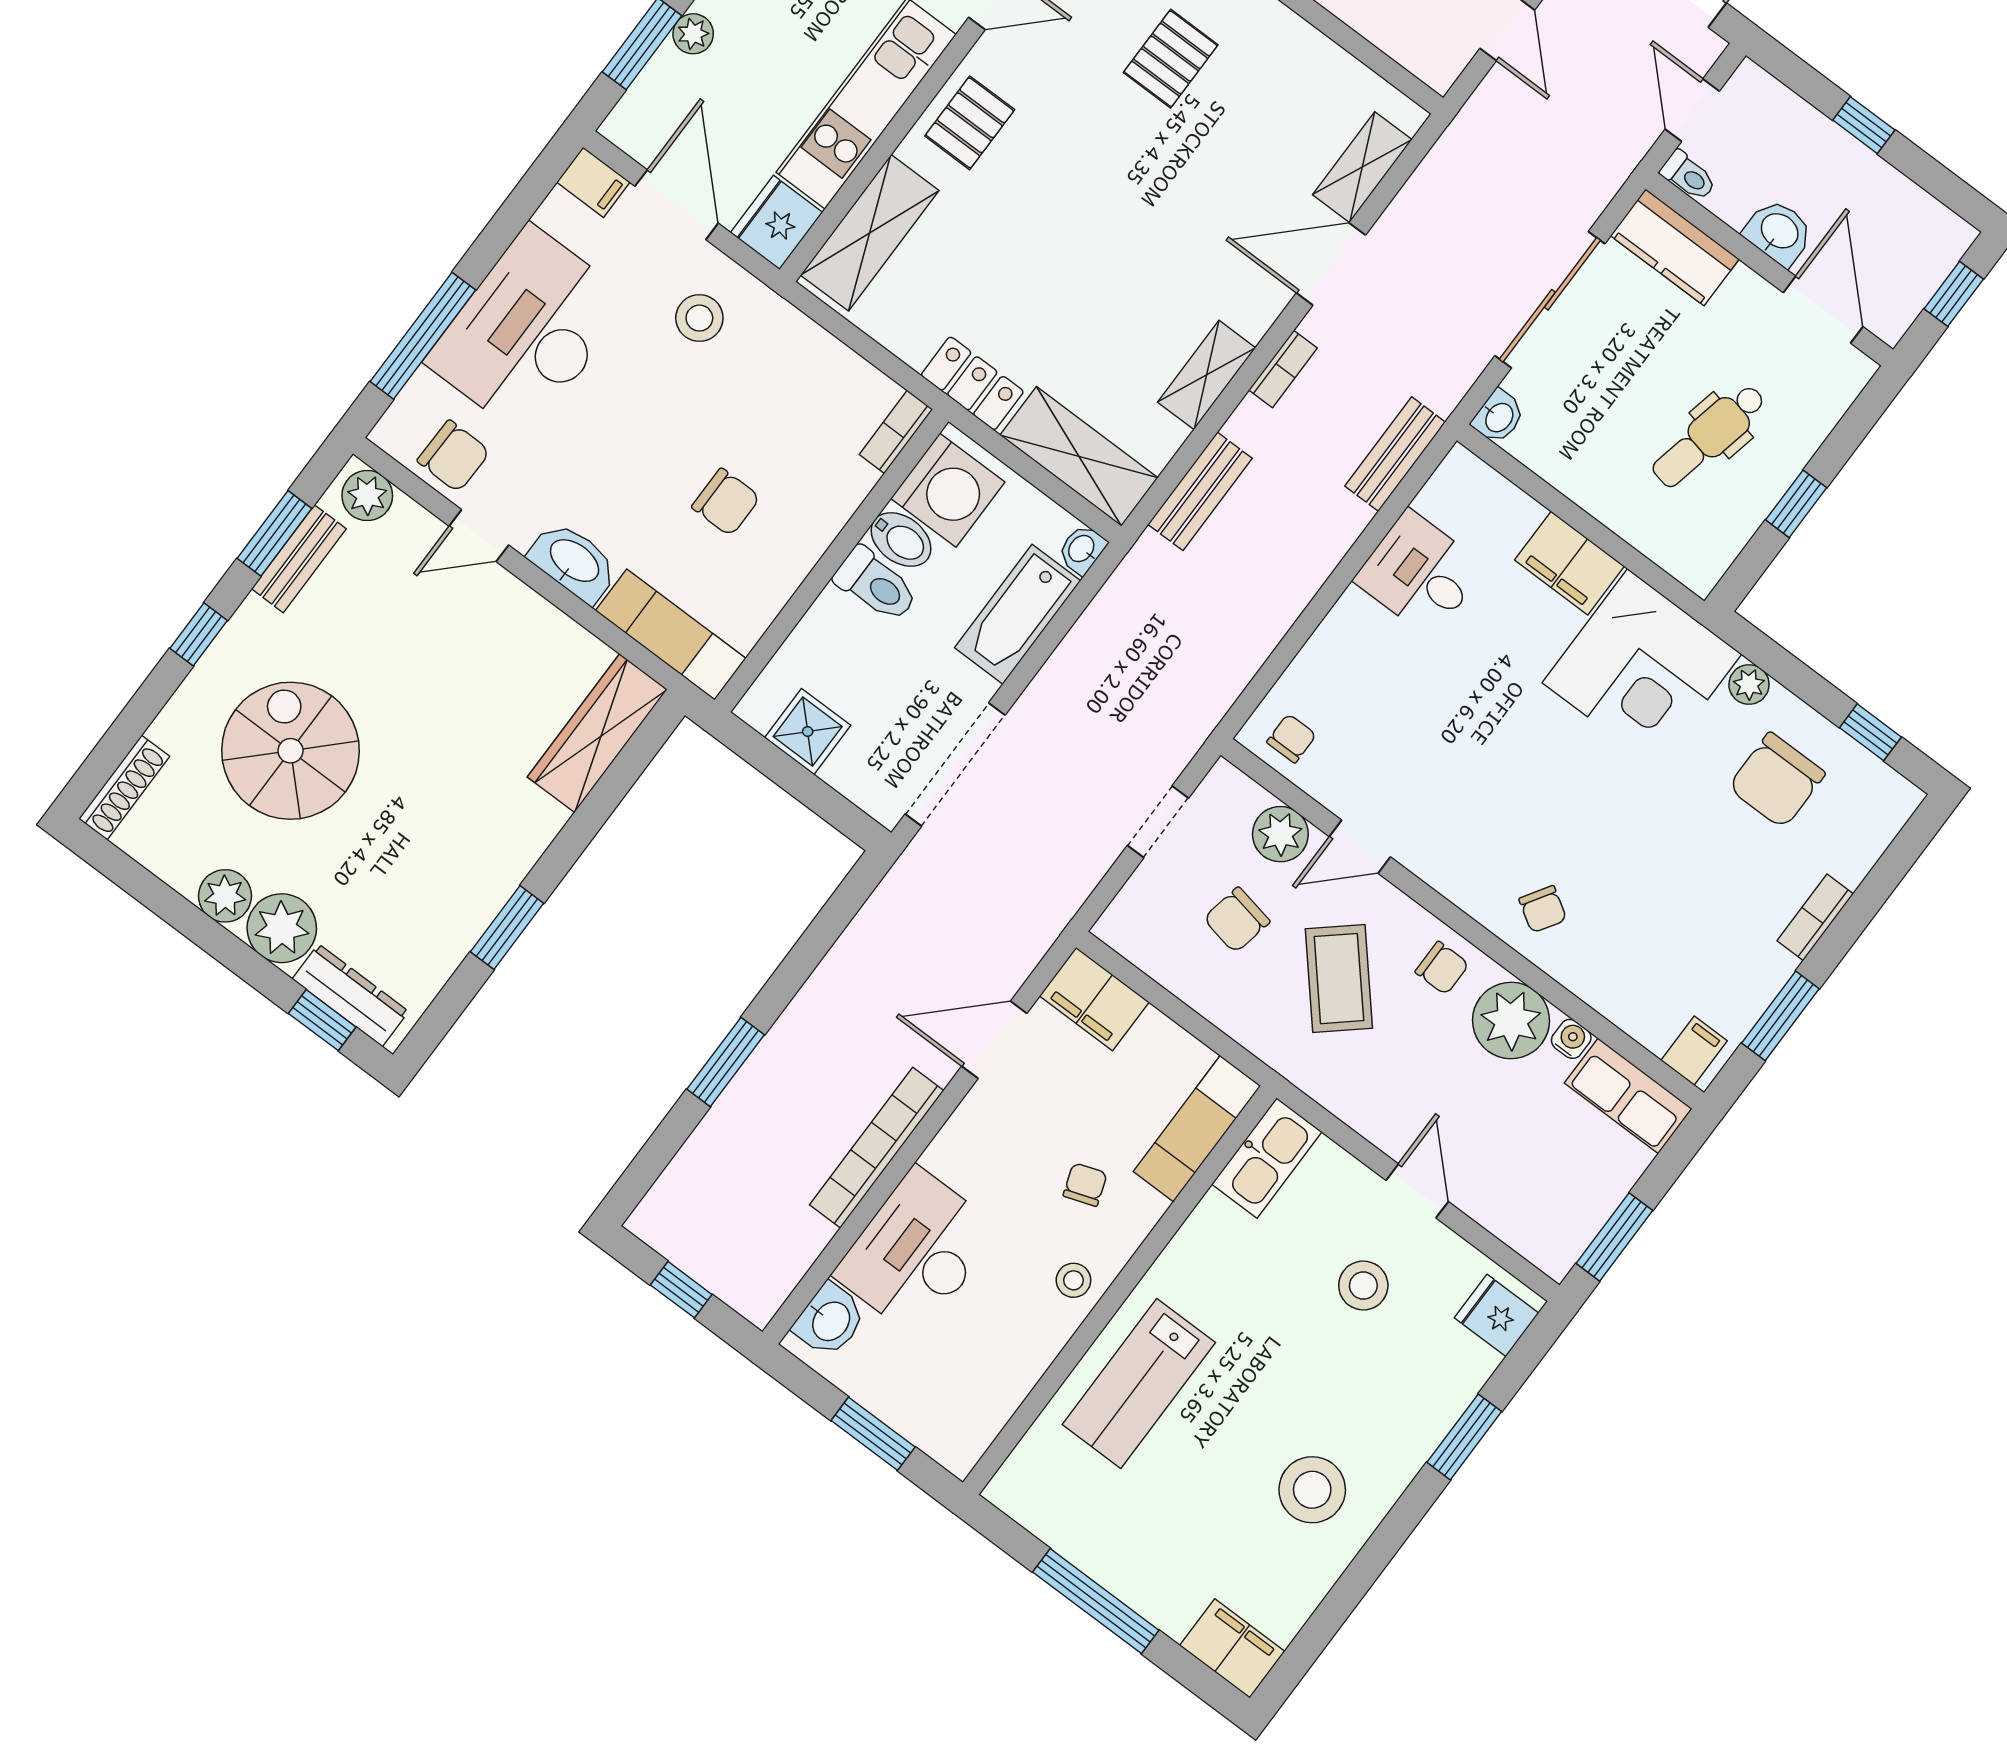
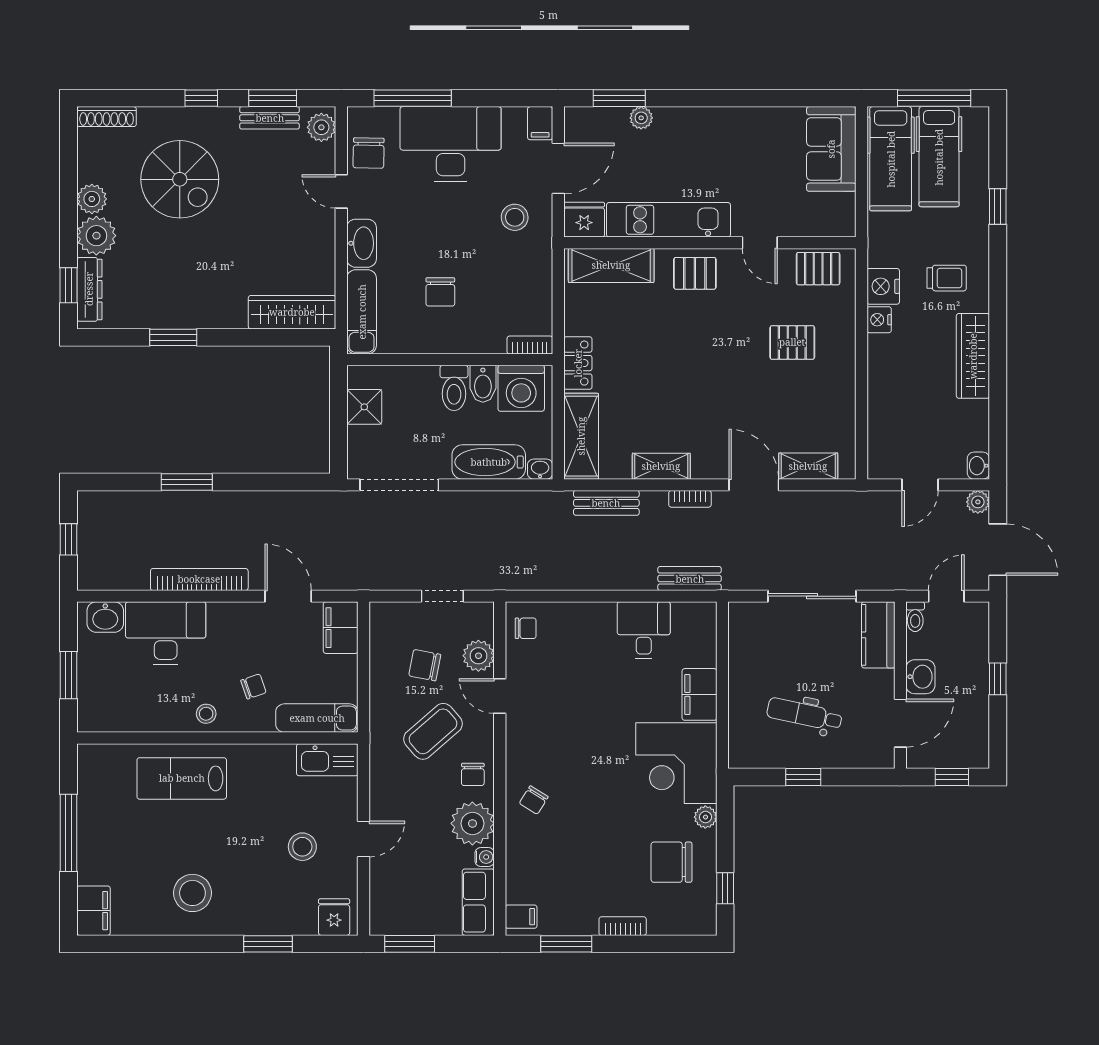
washbasin: (1498, 417) -> (741, 613), removed
spiral stairs: (291, 751) -> (180, 179), turned 90

